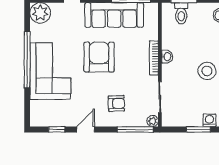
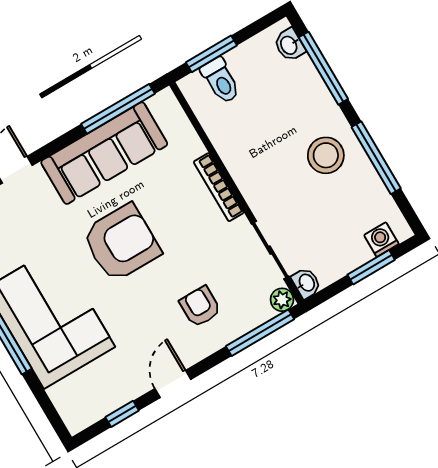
armchair: (99, 57) -> (121, 243), turned 90
washbasin: (167, 57) -> (306, 283), moved
armchair: (116, 104) -> (200, 306), turned -88

